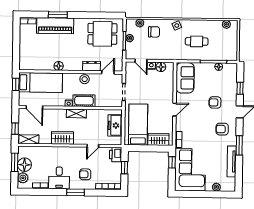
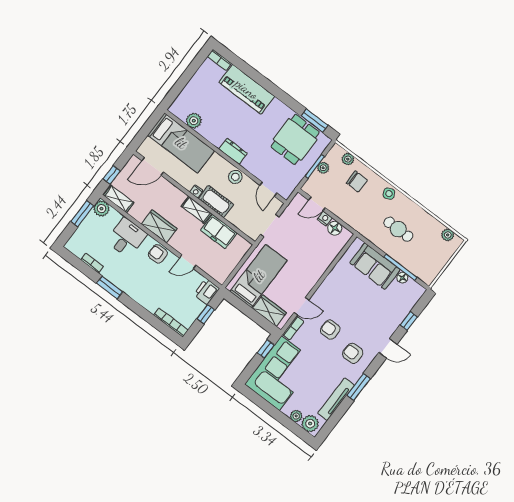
window: (58, 15) -> (315, 121), moved
dining table: (102, 34) -> (295, 139), turned 90
door: (141, 61) -> (317, 204), hinge flipped
plant: (38, 65) -> (194, 121), added
floor lamp: (59, 66) -> (216, 139), removed
dresser: (91, 66) -> (233, 151), moved
door: (108, 72) -> (268, 189), swing flipped
sofa: (185, 78) -> (375, 266), moved, turned 90
window: (16, 84) -> (150, 124), removed
armchair: (215, 102) -> (330, 330), moved
door: (34, 107) -> (153, 166), hinge flipped
door: (175, 110) -> (301, 306), moved
freezer: (115, 125) -> (219, 232), moved, turned -90
floor lamp: (24, 165) -> (92, 225), removed
armchair: (85, 174) -> (158, 254), moved
plant: (23, 178) -> (101, 209), moved
desk: (59, 178) -> (126, 238), moved, turned 180
plant: (227, 186) -> (310, 424), added
window: (75, 192) -> (110, 288), moved

